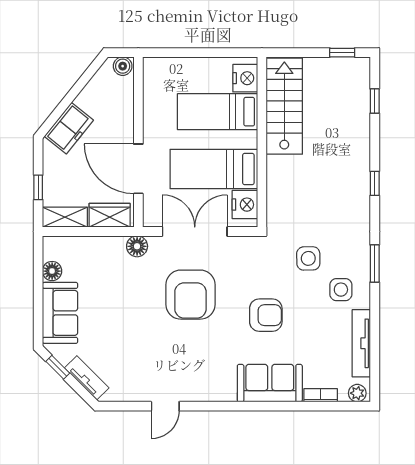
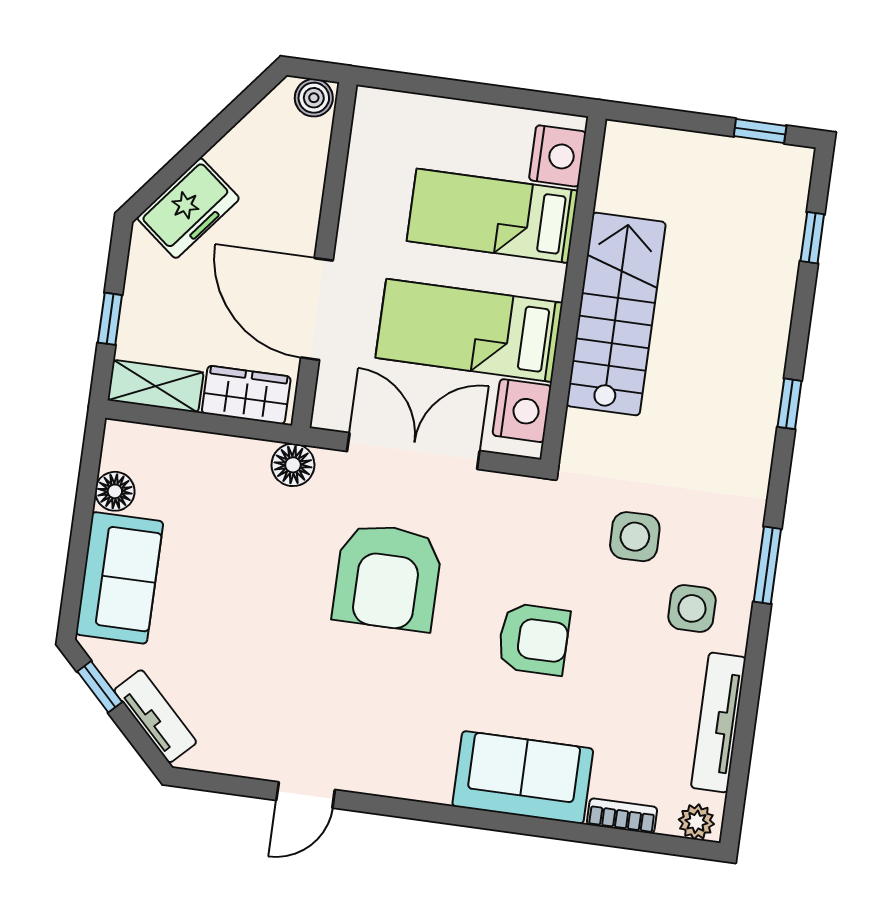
stairs: (284, 106) -> (616, 314), moved

